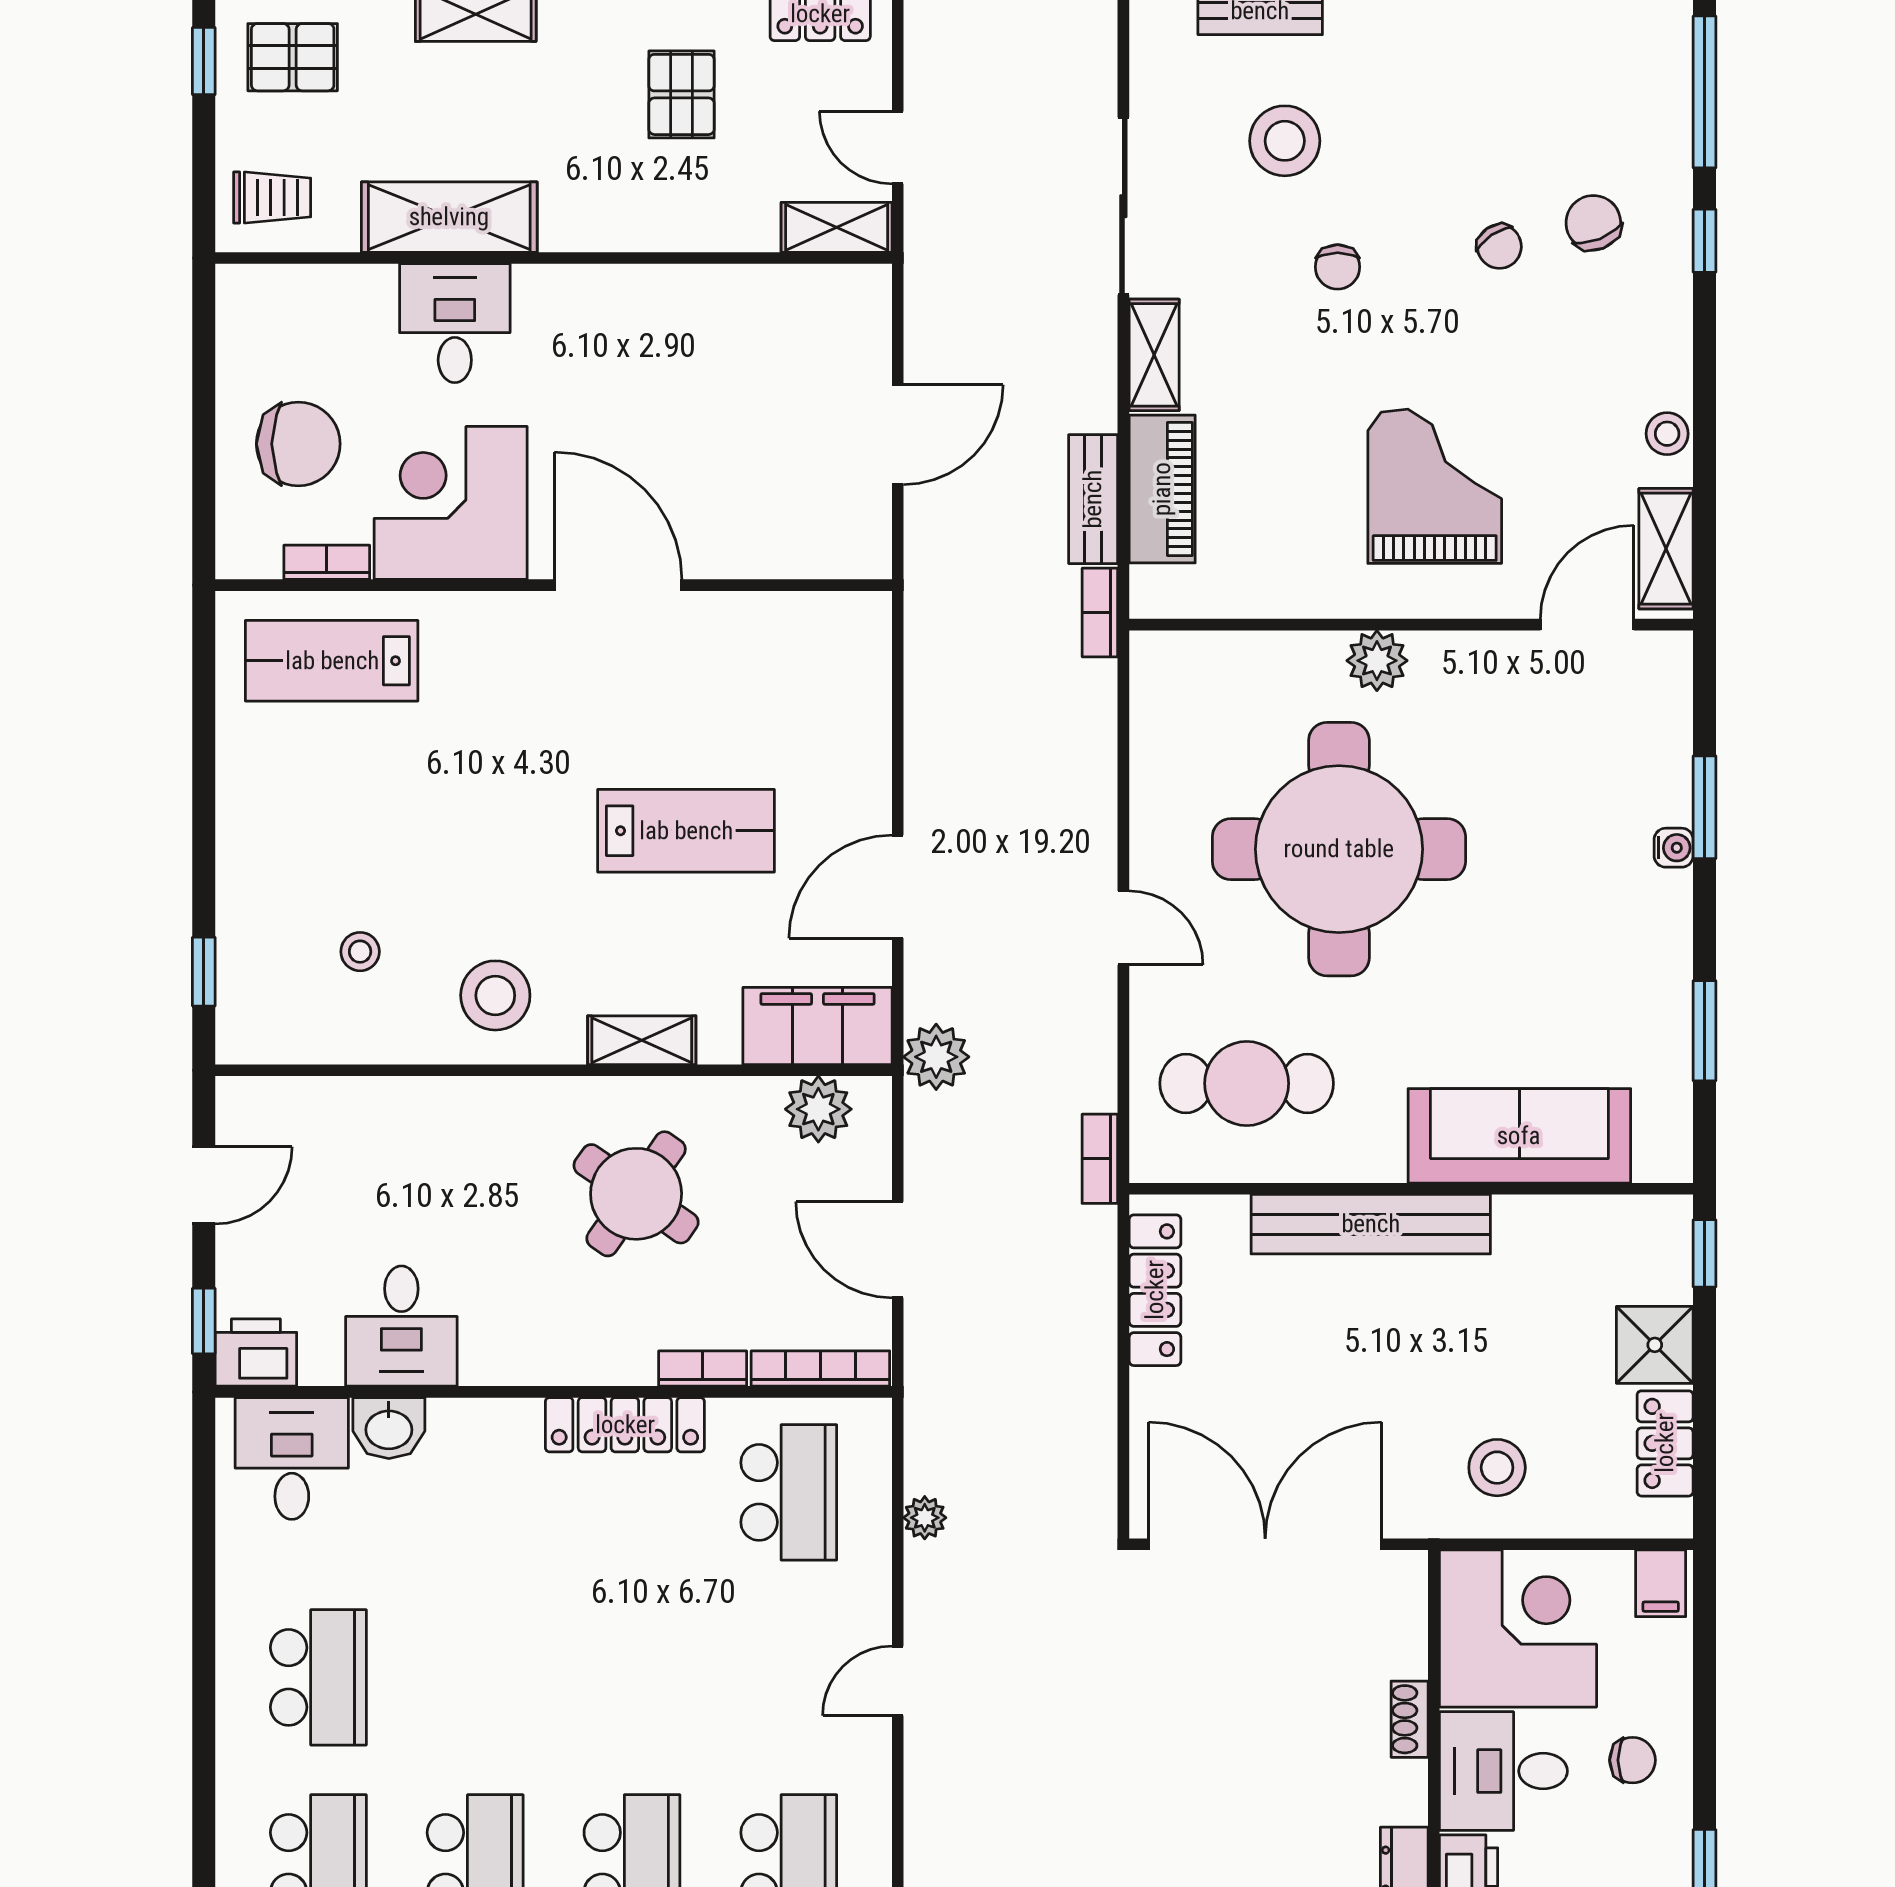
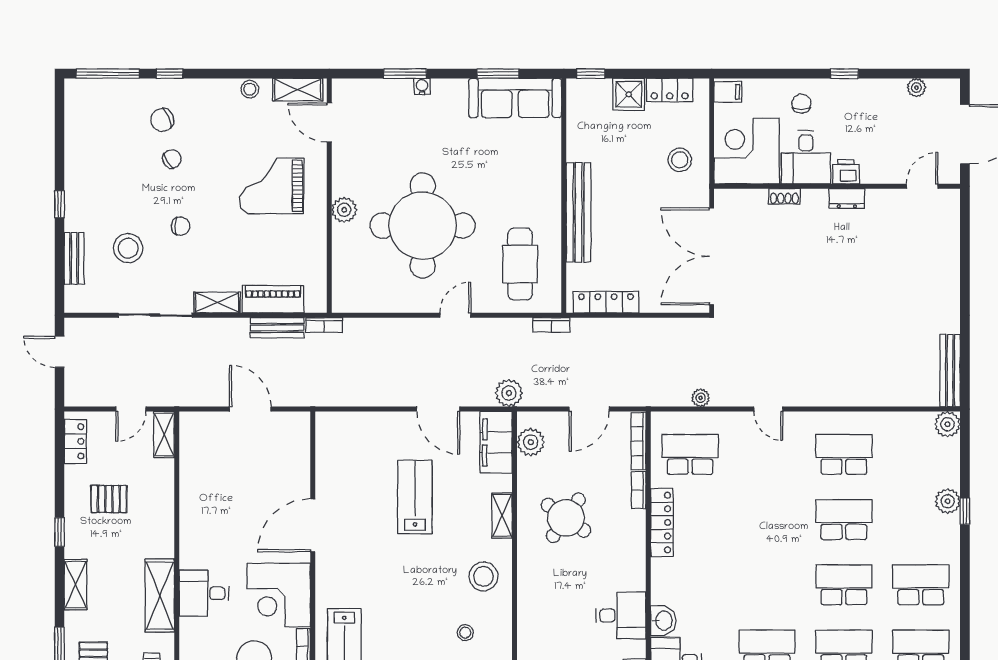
sofa: (1519, 1136) -> (515, 98), moved, turned -90

